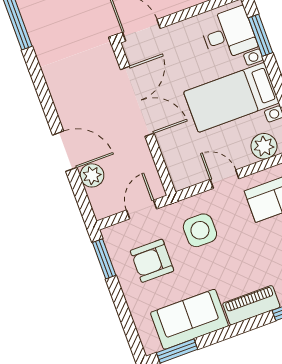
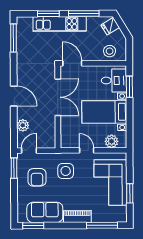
door: (65, 151) -> (14, 96), moved
door: (142, 209) -> (29, 151), moved
armchair: (152, 261) -> (37, 177), turned -90

